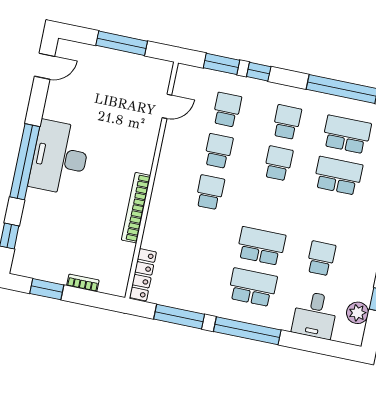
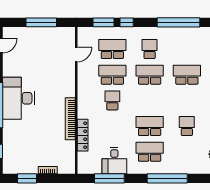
school desk: (227, 110) -> (112, 49), width x1.85
school desk: (347, 134) -> (187, 49), removed
school desk: (218, 151) -> (112, 75), width x1.85
school desk: (278, 163) -> (150, 75), width x1.85
locker: (143, 275) -> (83, 135), moved
desk: (315, 315) -> (114, 161), moved
window: (247, 331) -> (167, 178), moved

